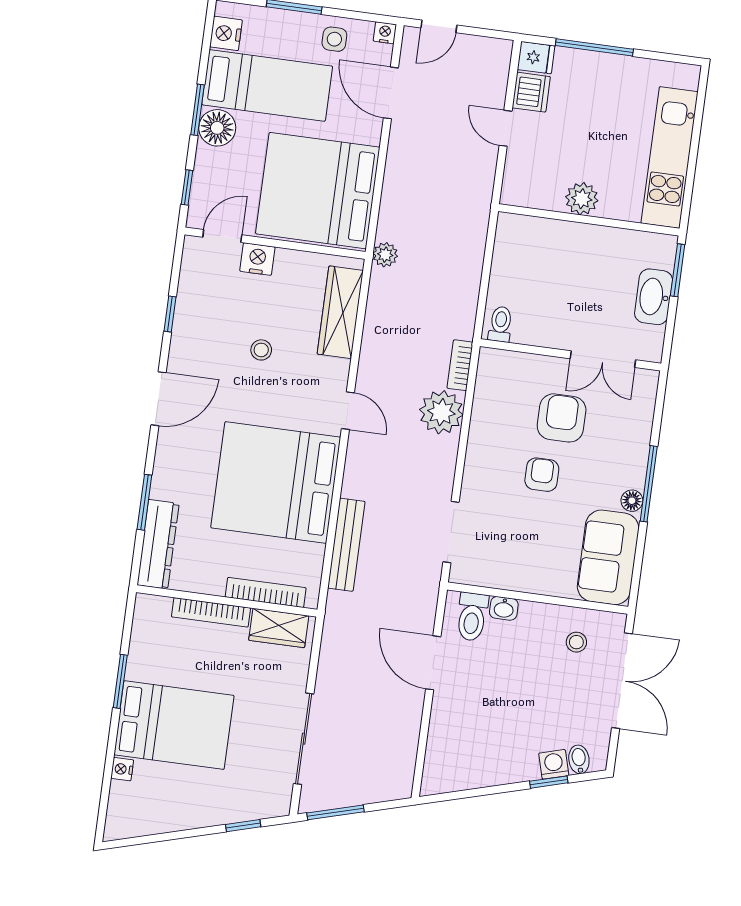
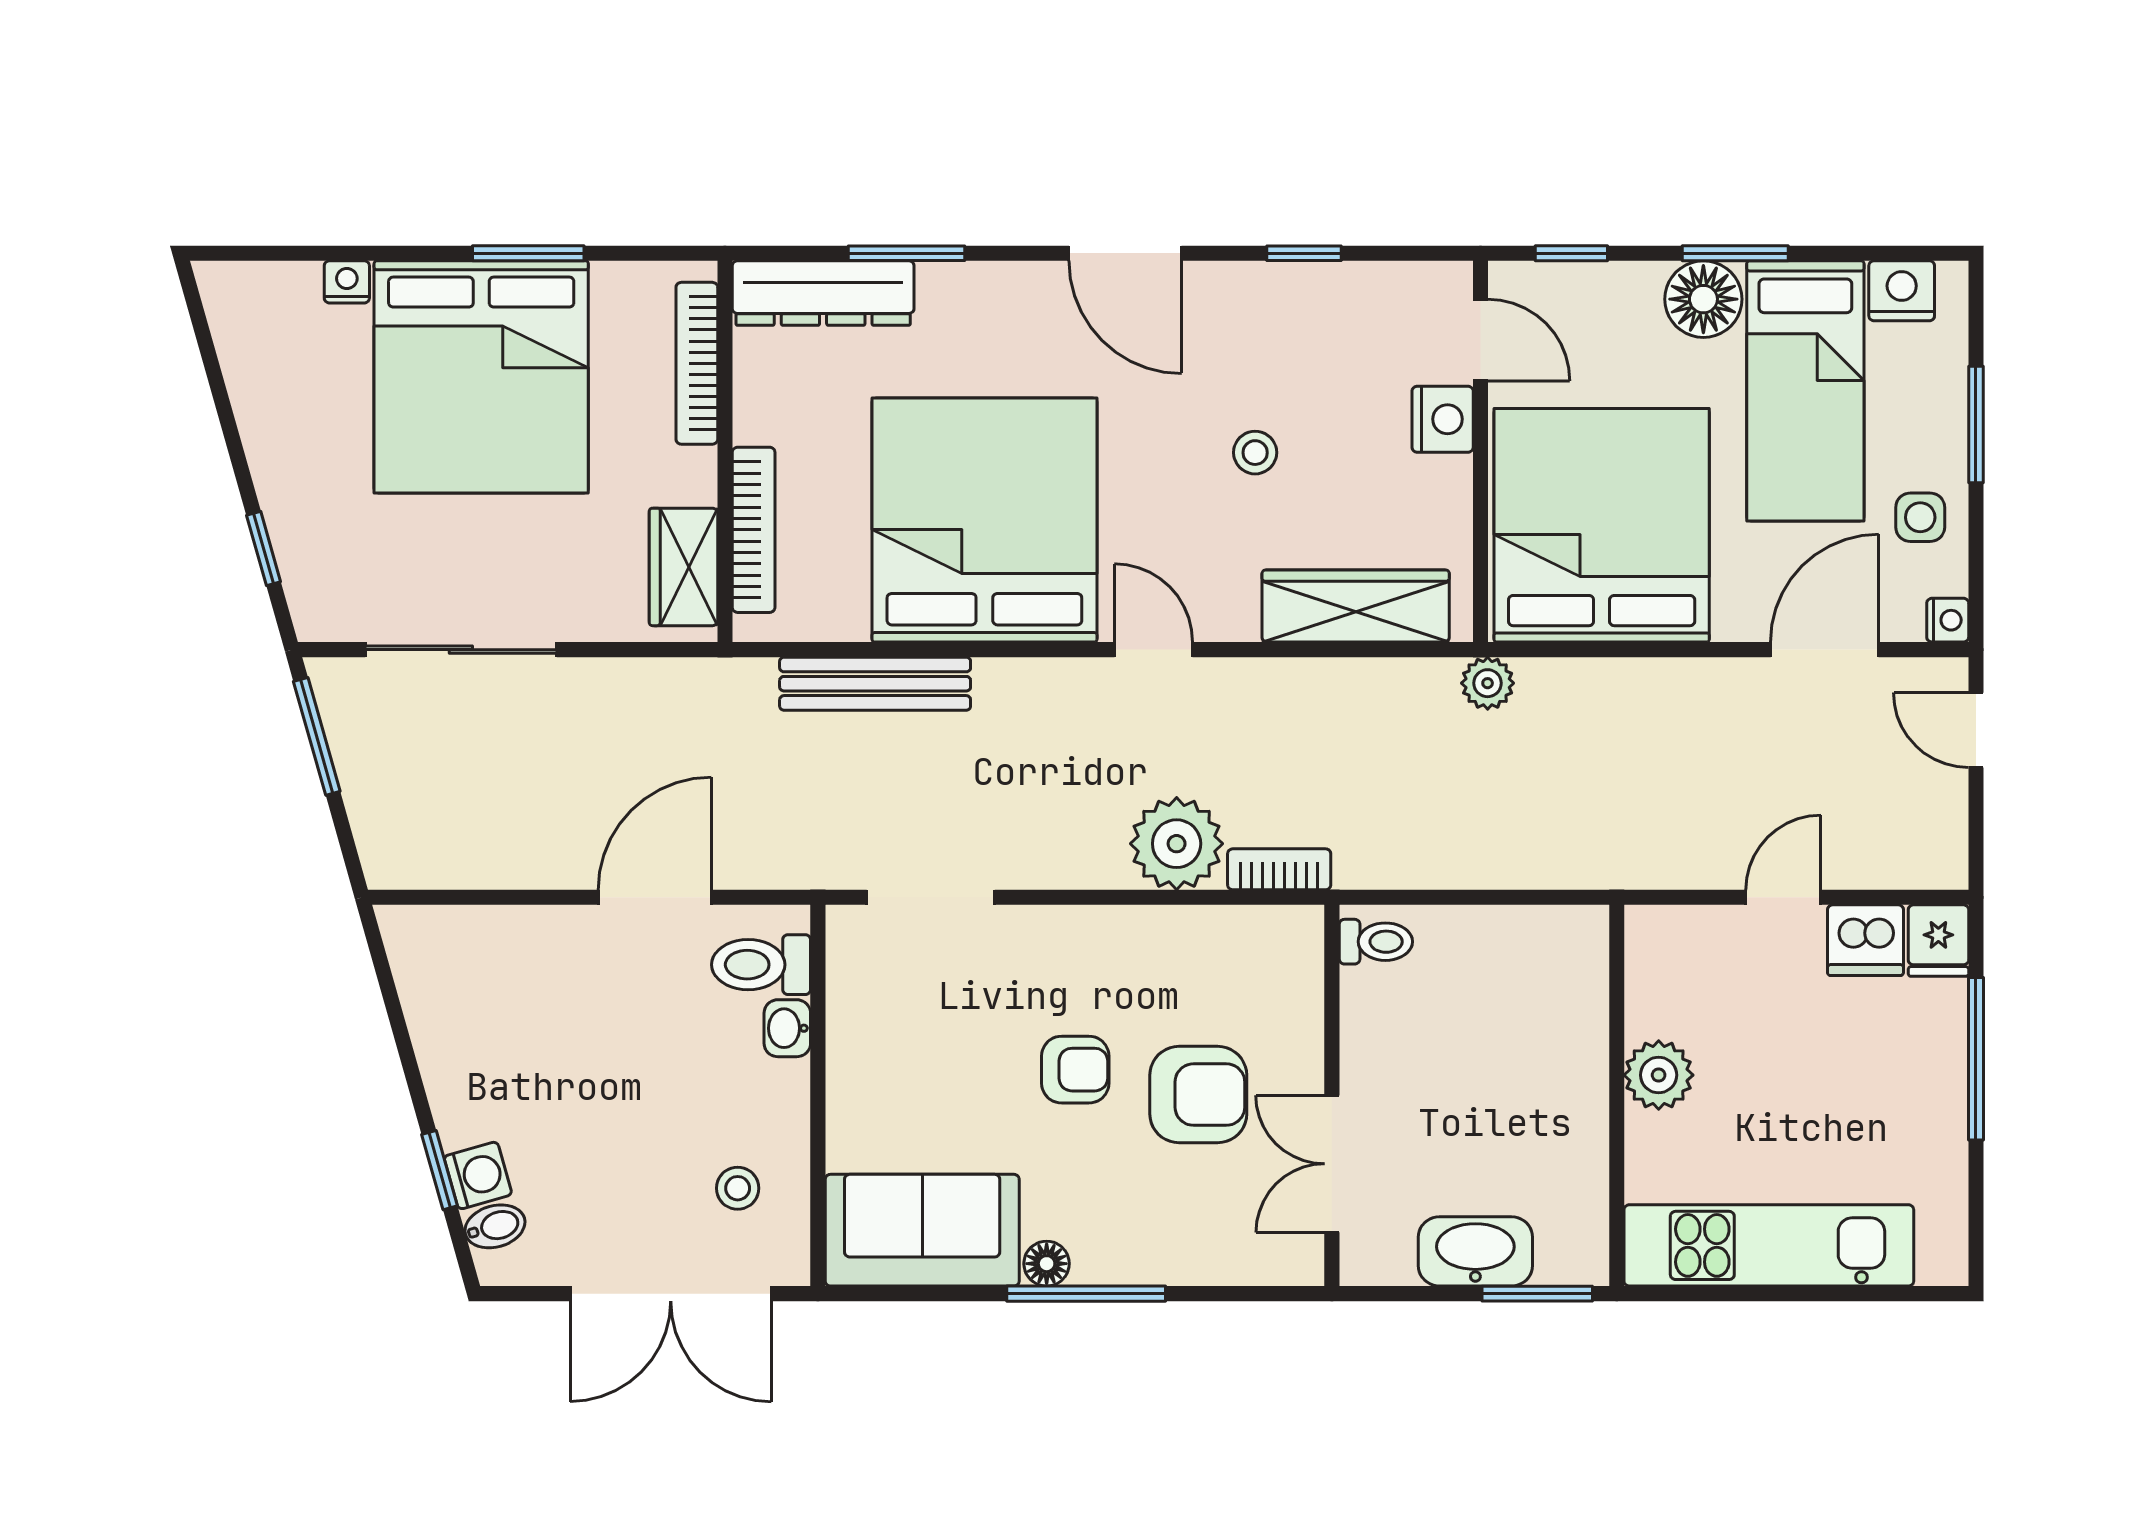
door: (348, 411) -> (1154, 650), swing flipped
bookcase: (211, 612) -> (697, 363), moved
bed: (174, 725) -> (481, 377), width x1.36

